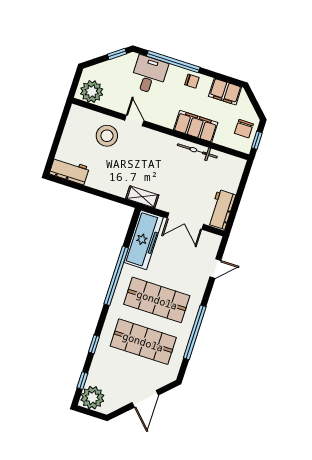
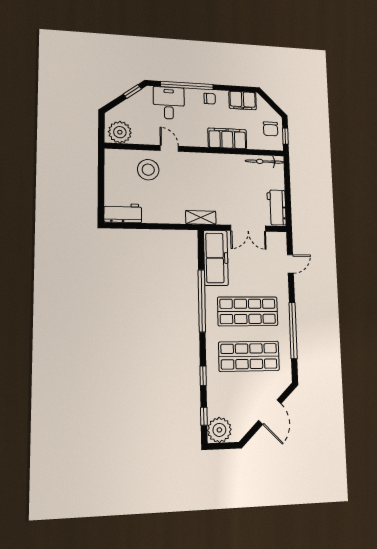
bicycle: (197, 151) -> (264, 162), moved

